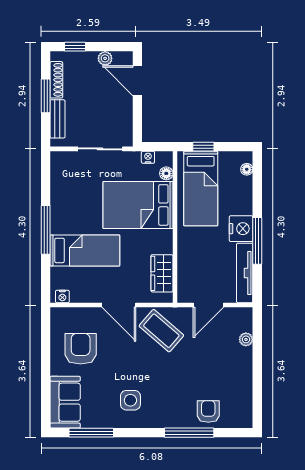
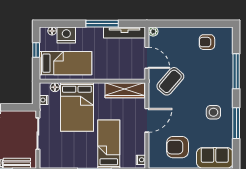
window: (203, 147) -> (36, 50), moved
nightstand: (241, 229) -> (66, 35), moved
wardrobe: (162, 273) -> (125, 90), width x1.50
coffee table: (161, 331) -> (170, 81), moved
plant: (246, 339) -> (153, 31), moved
armchair: (208, 412) -> (207, 42), moved
window: (91, 433) -> (236, 123), moved

